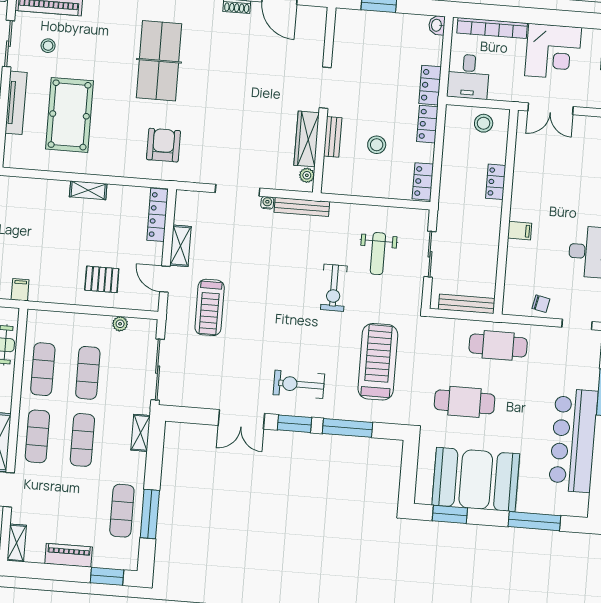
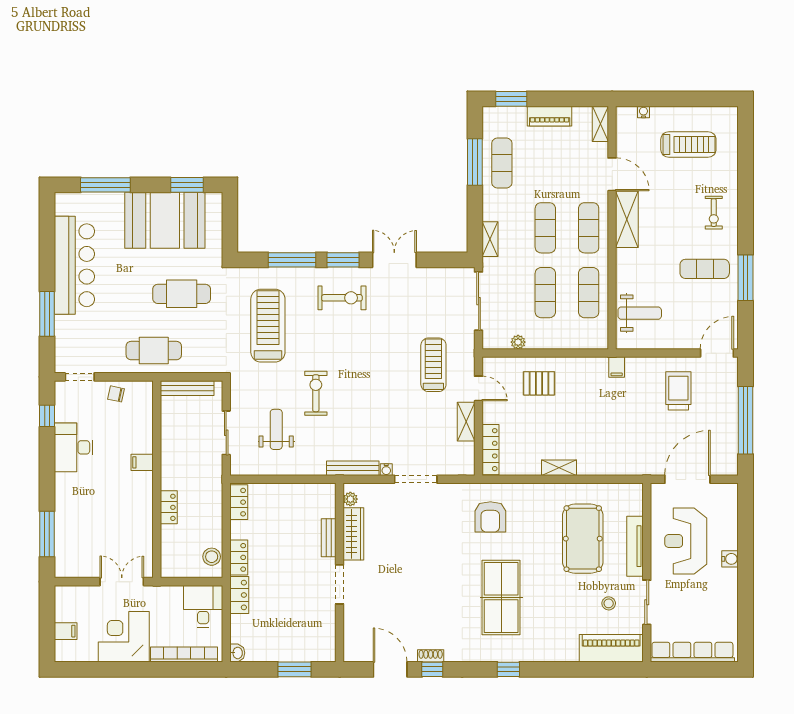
stool: (484, 123) -> (212, 557), moved
stool: (377, 145) -> (286, 534), removed
treadmill: (378, 362) -> (268, 326), turned 180

